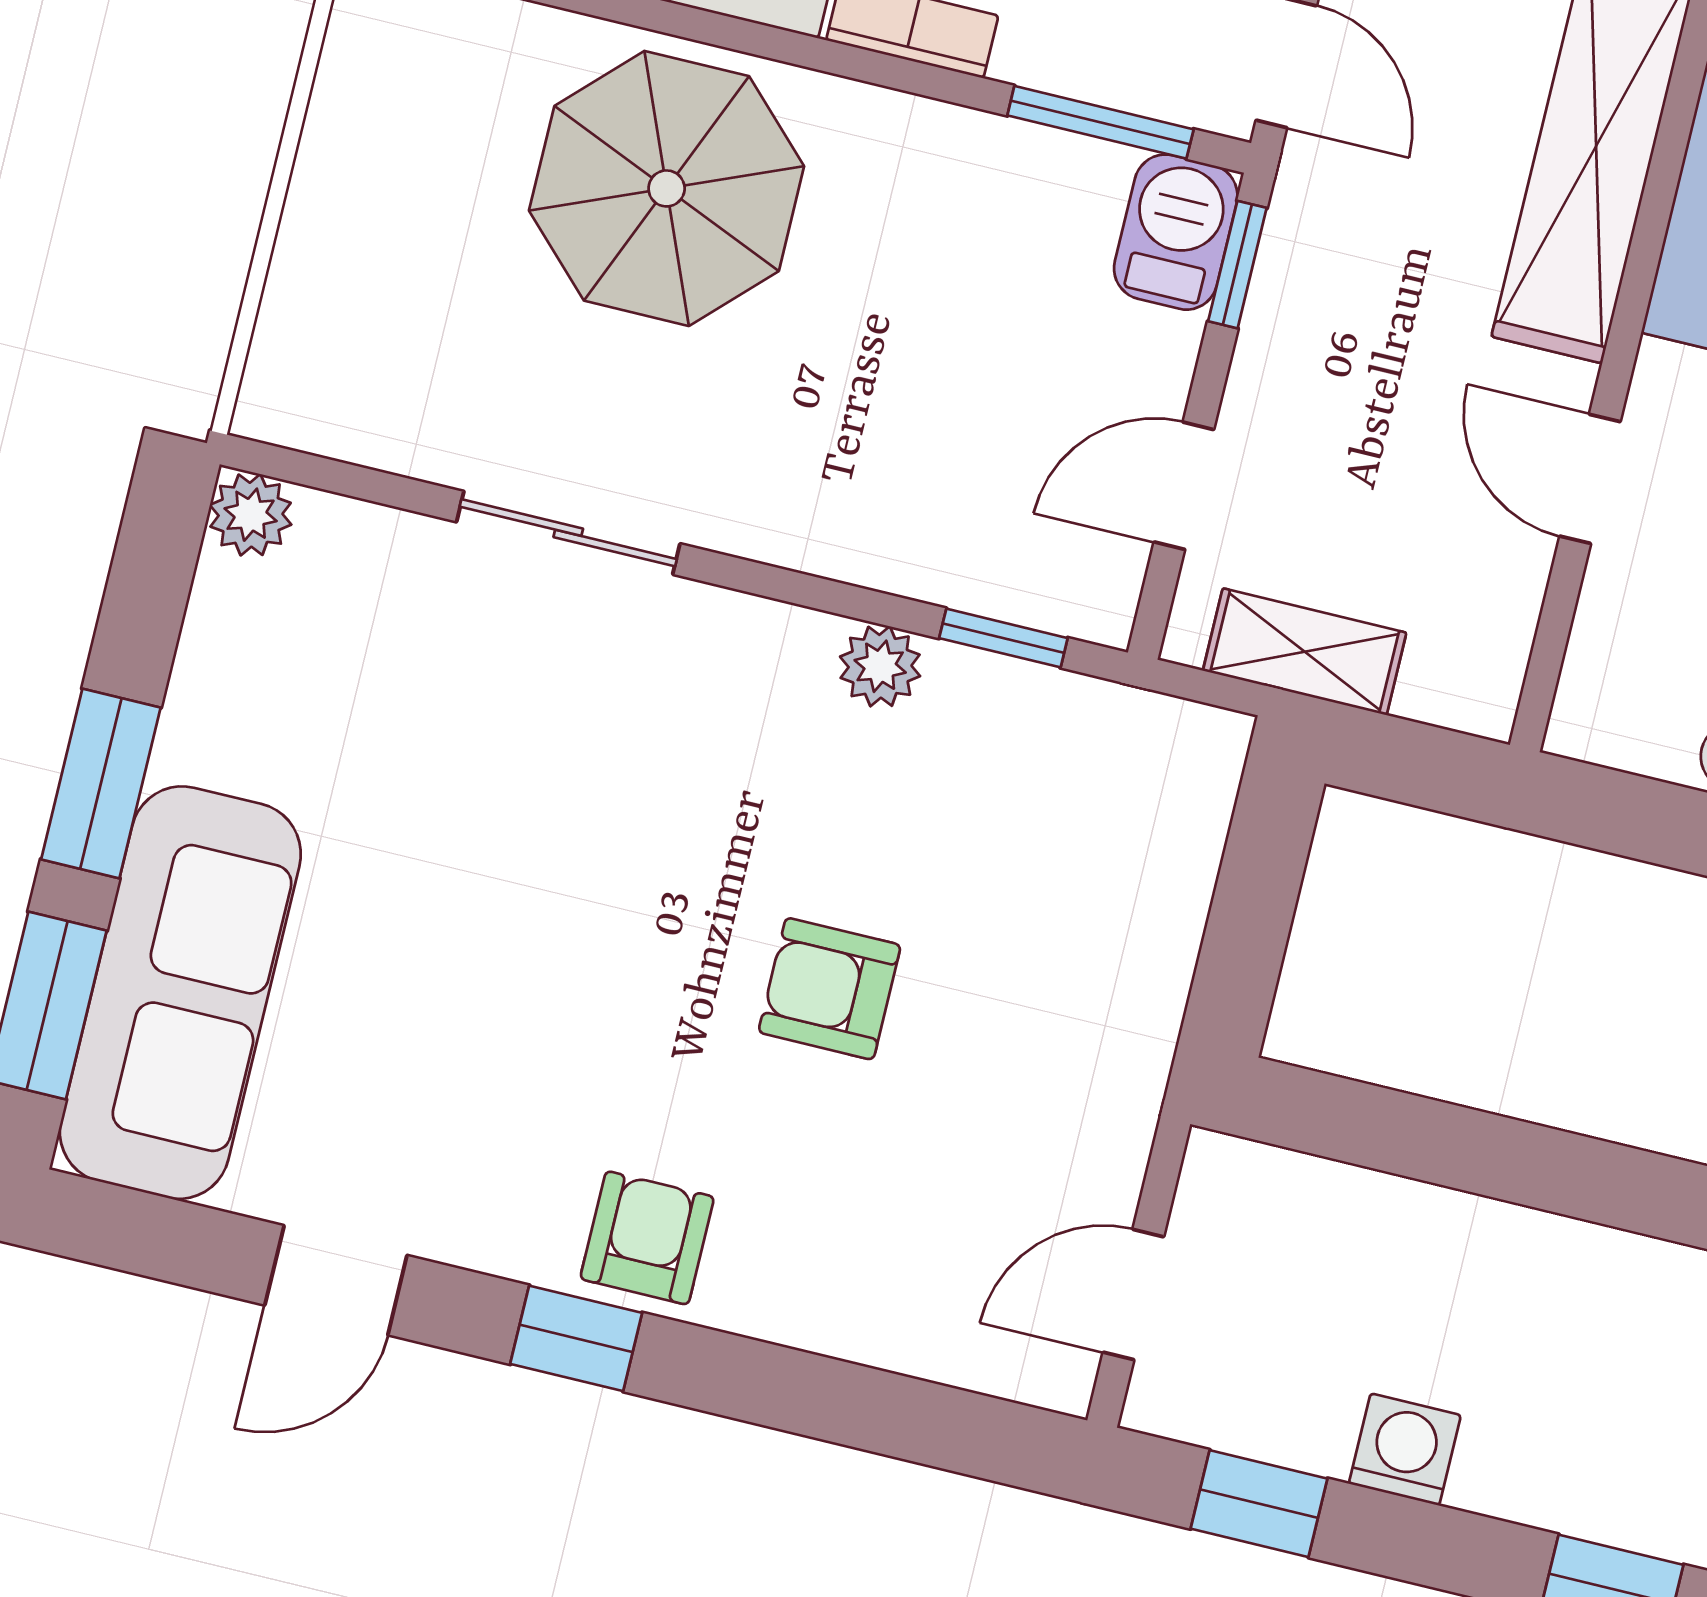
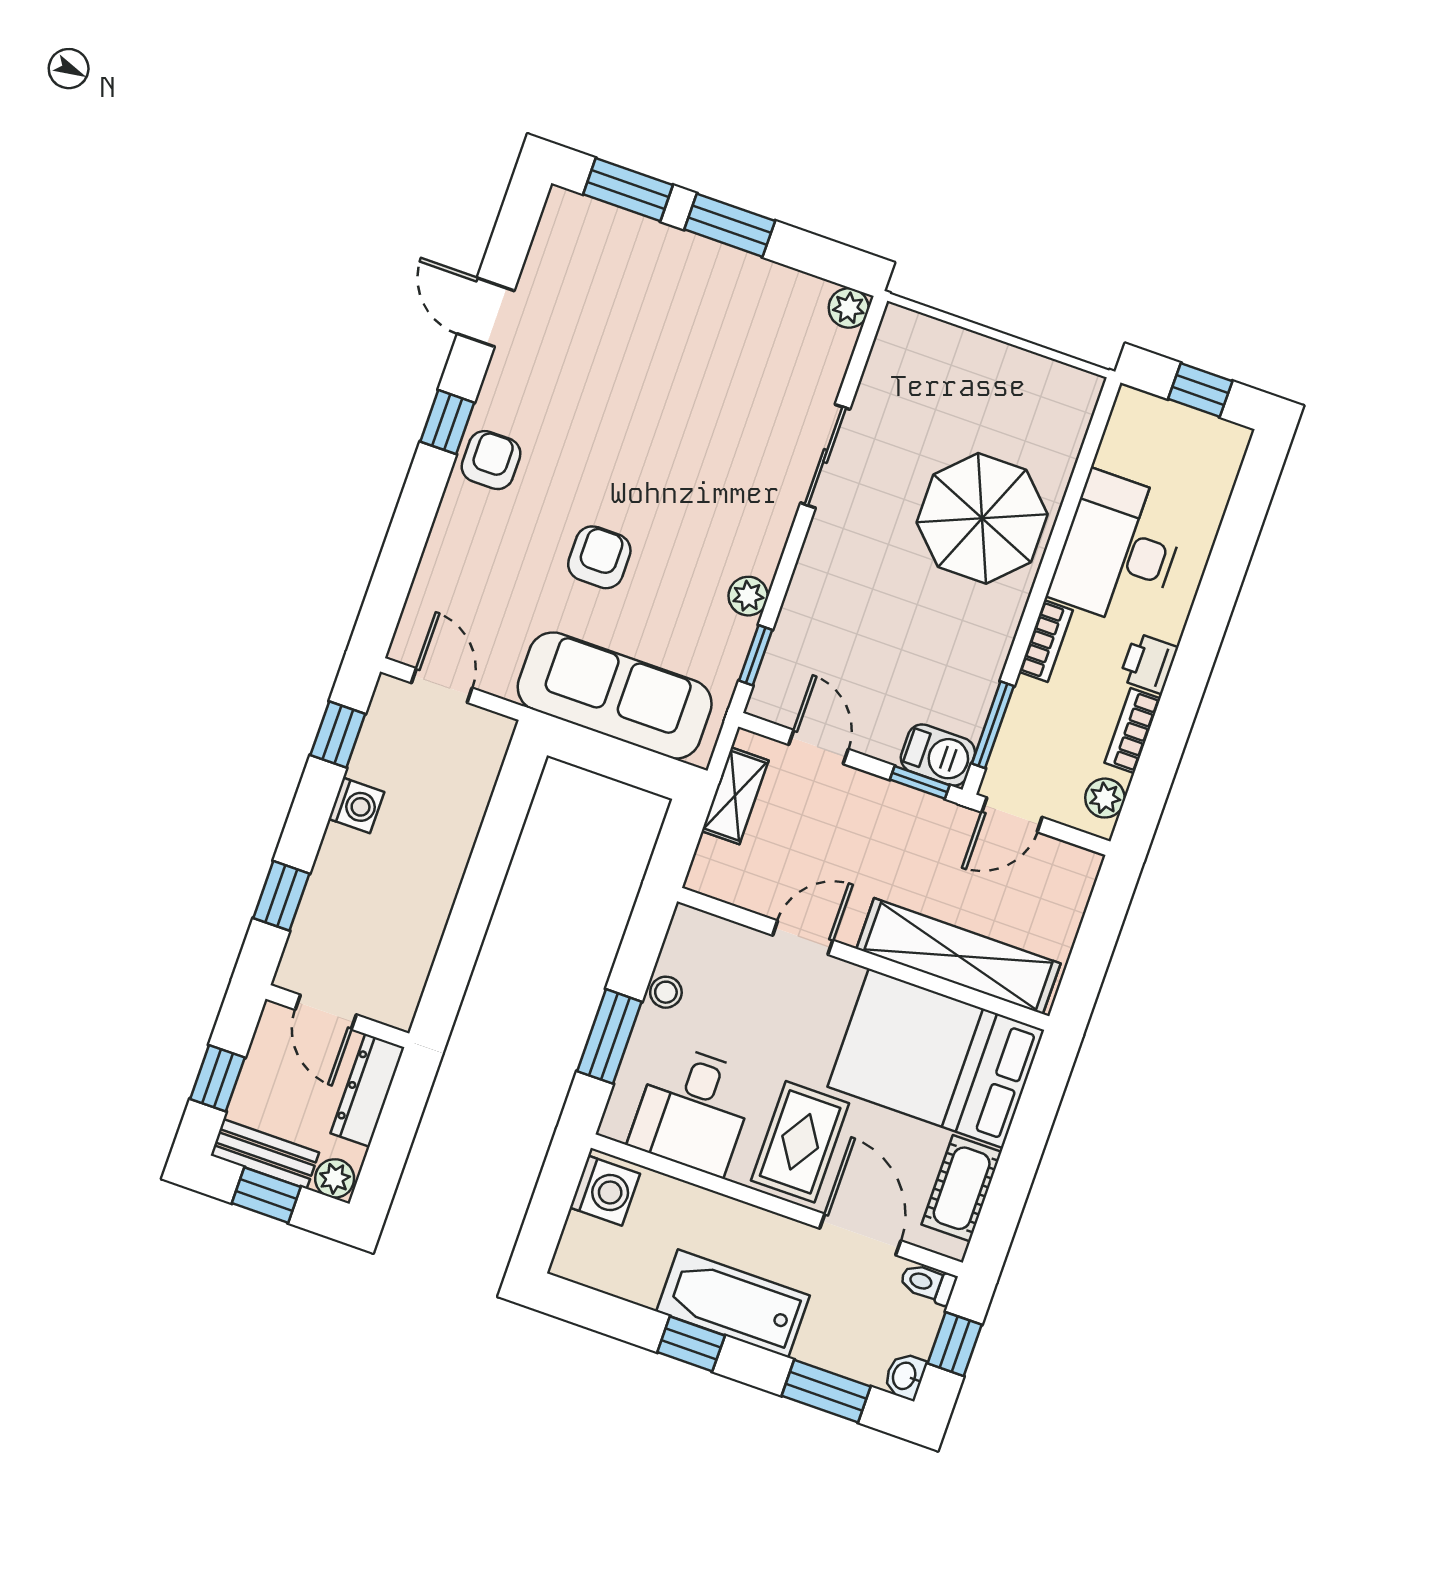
sofa: (180, 993) -> (615, 695), moved, turned 180
armchair: (647, 1238) -> (491, 460), turned -90

